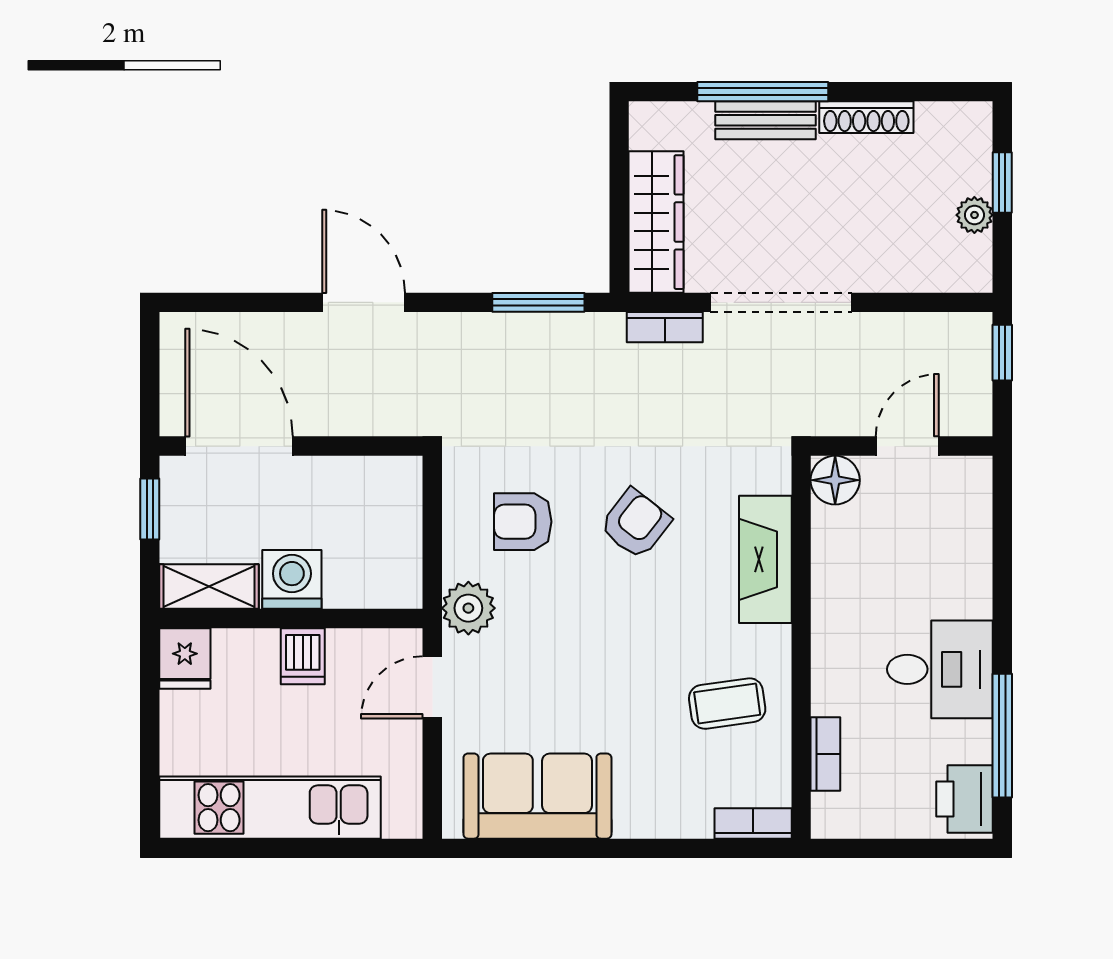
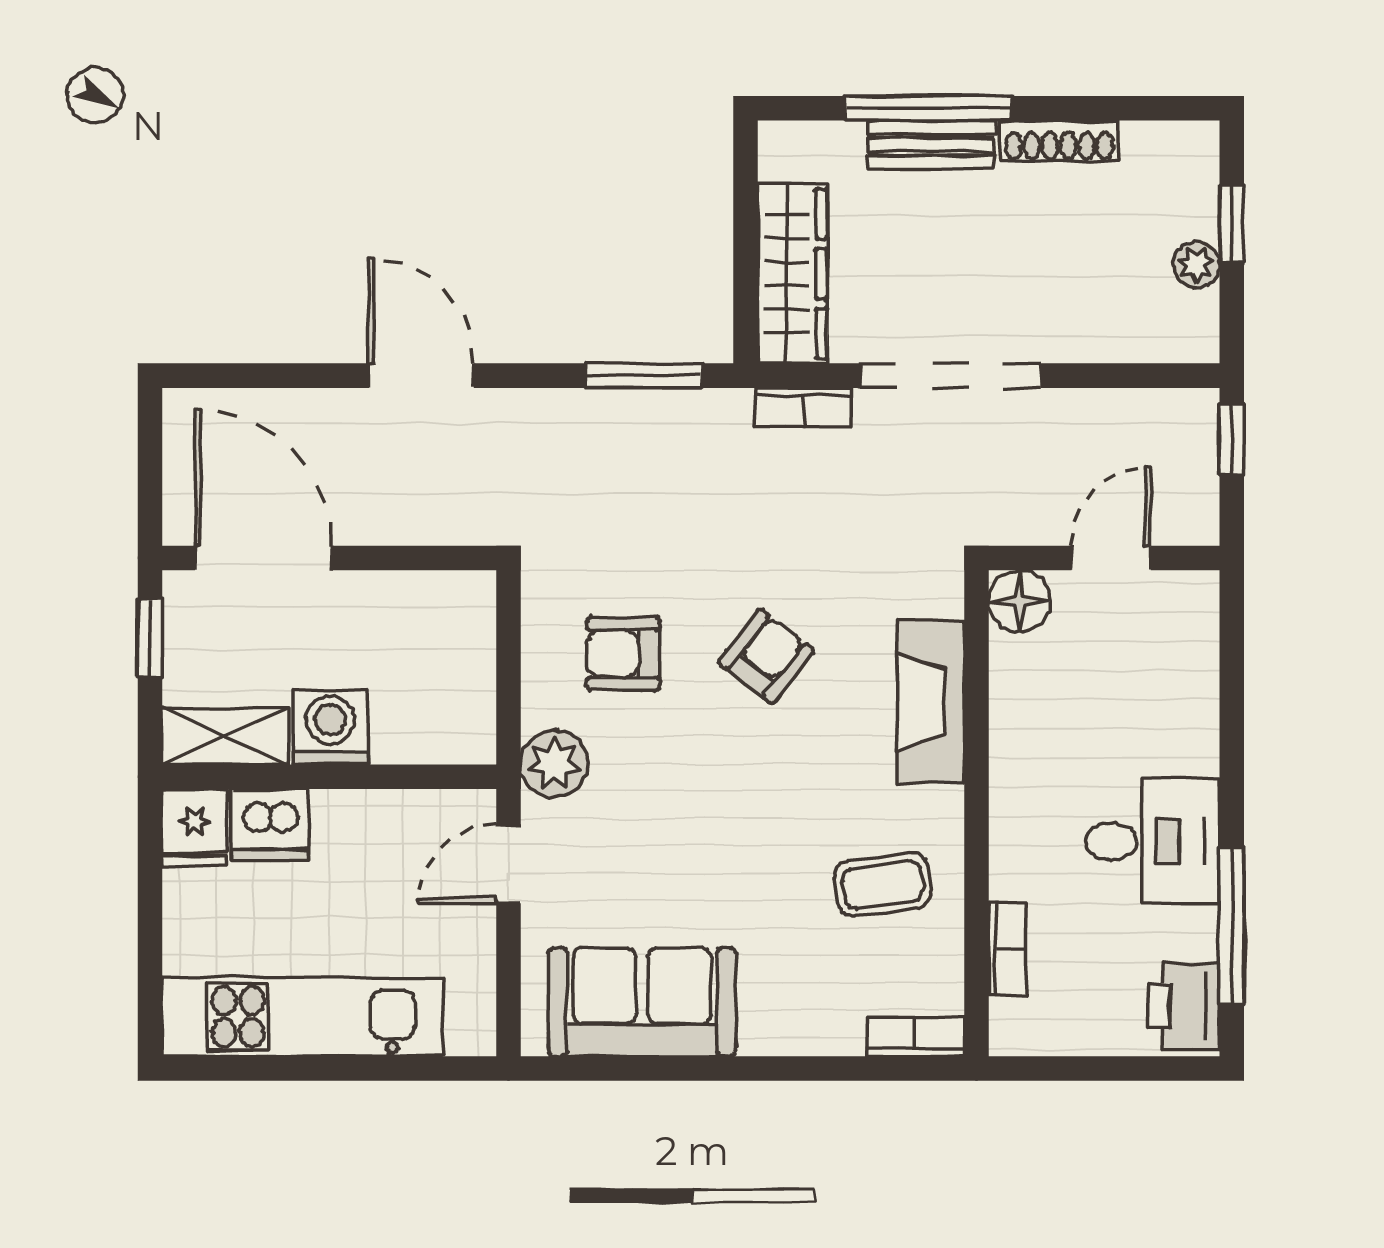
dishwasher: (303, 656) -> (270, 825), moved, width x1.38

